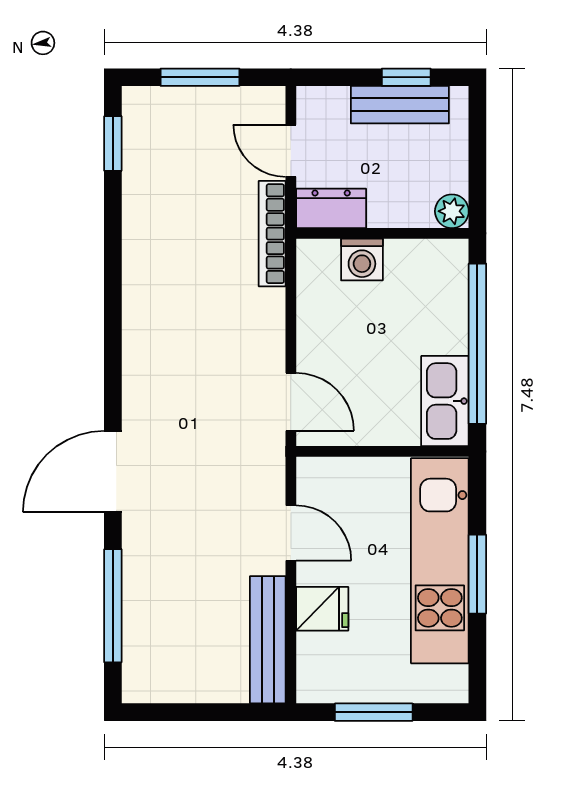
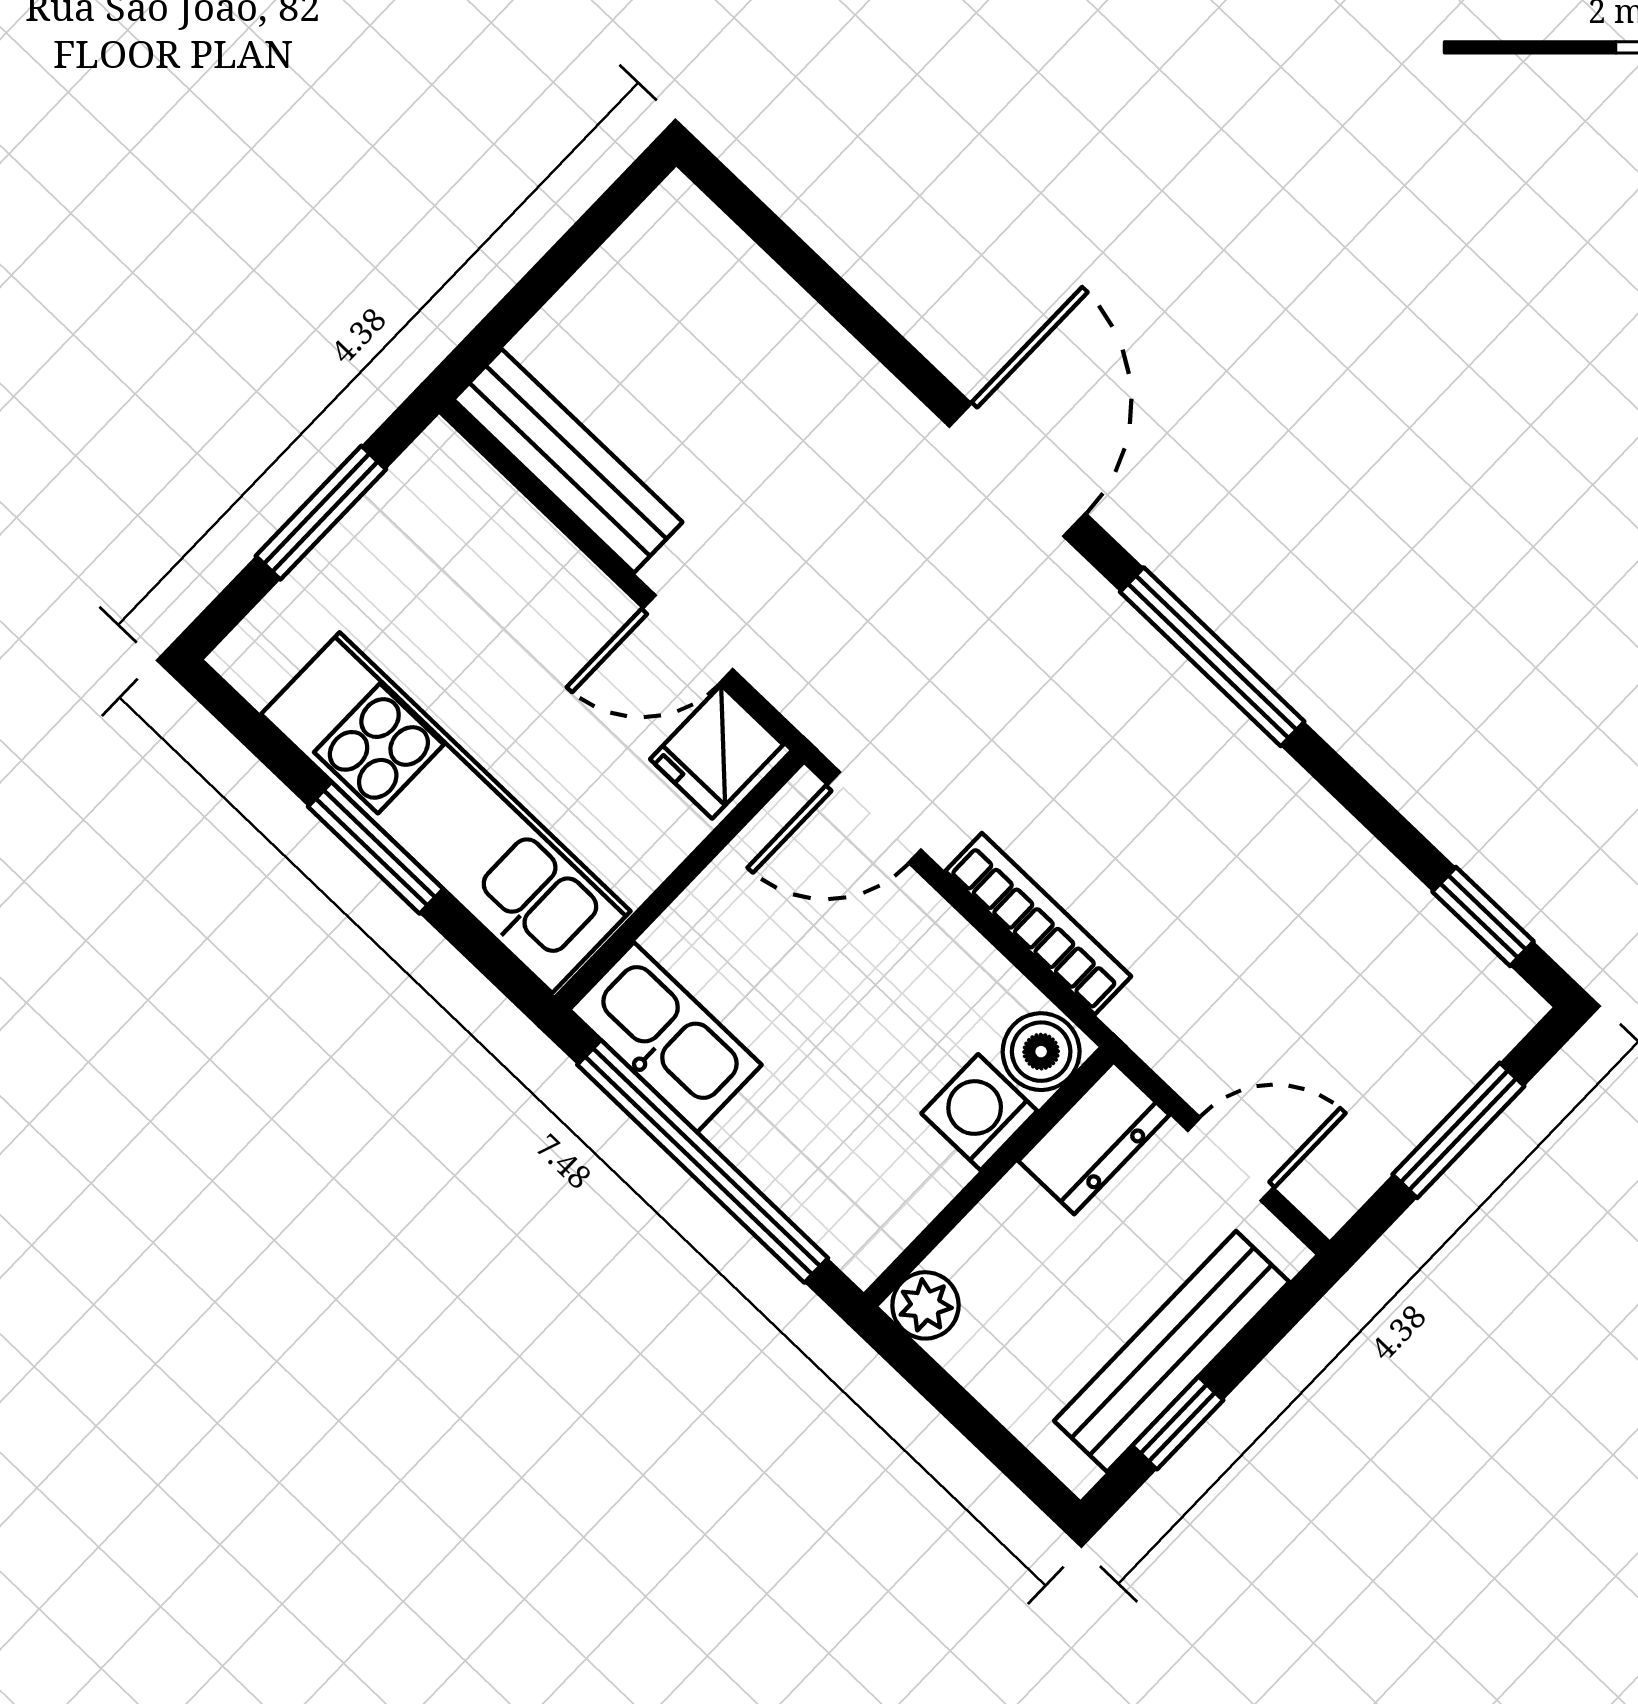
bench: (400, 105) -> (1172, 1351), width x1.36
bookcase: (272, 234) -> (1038, 924), moved
boiler: (318, 258) -> (1041, 1052), added
window: (113, 606) -> (1212, 657), moved
fridge: (322, 609) -> (717, 752), moved

